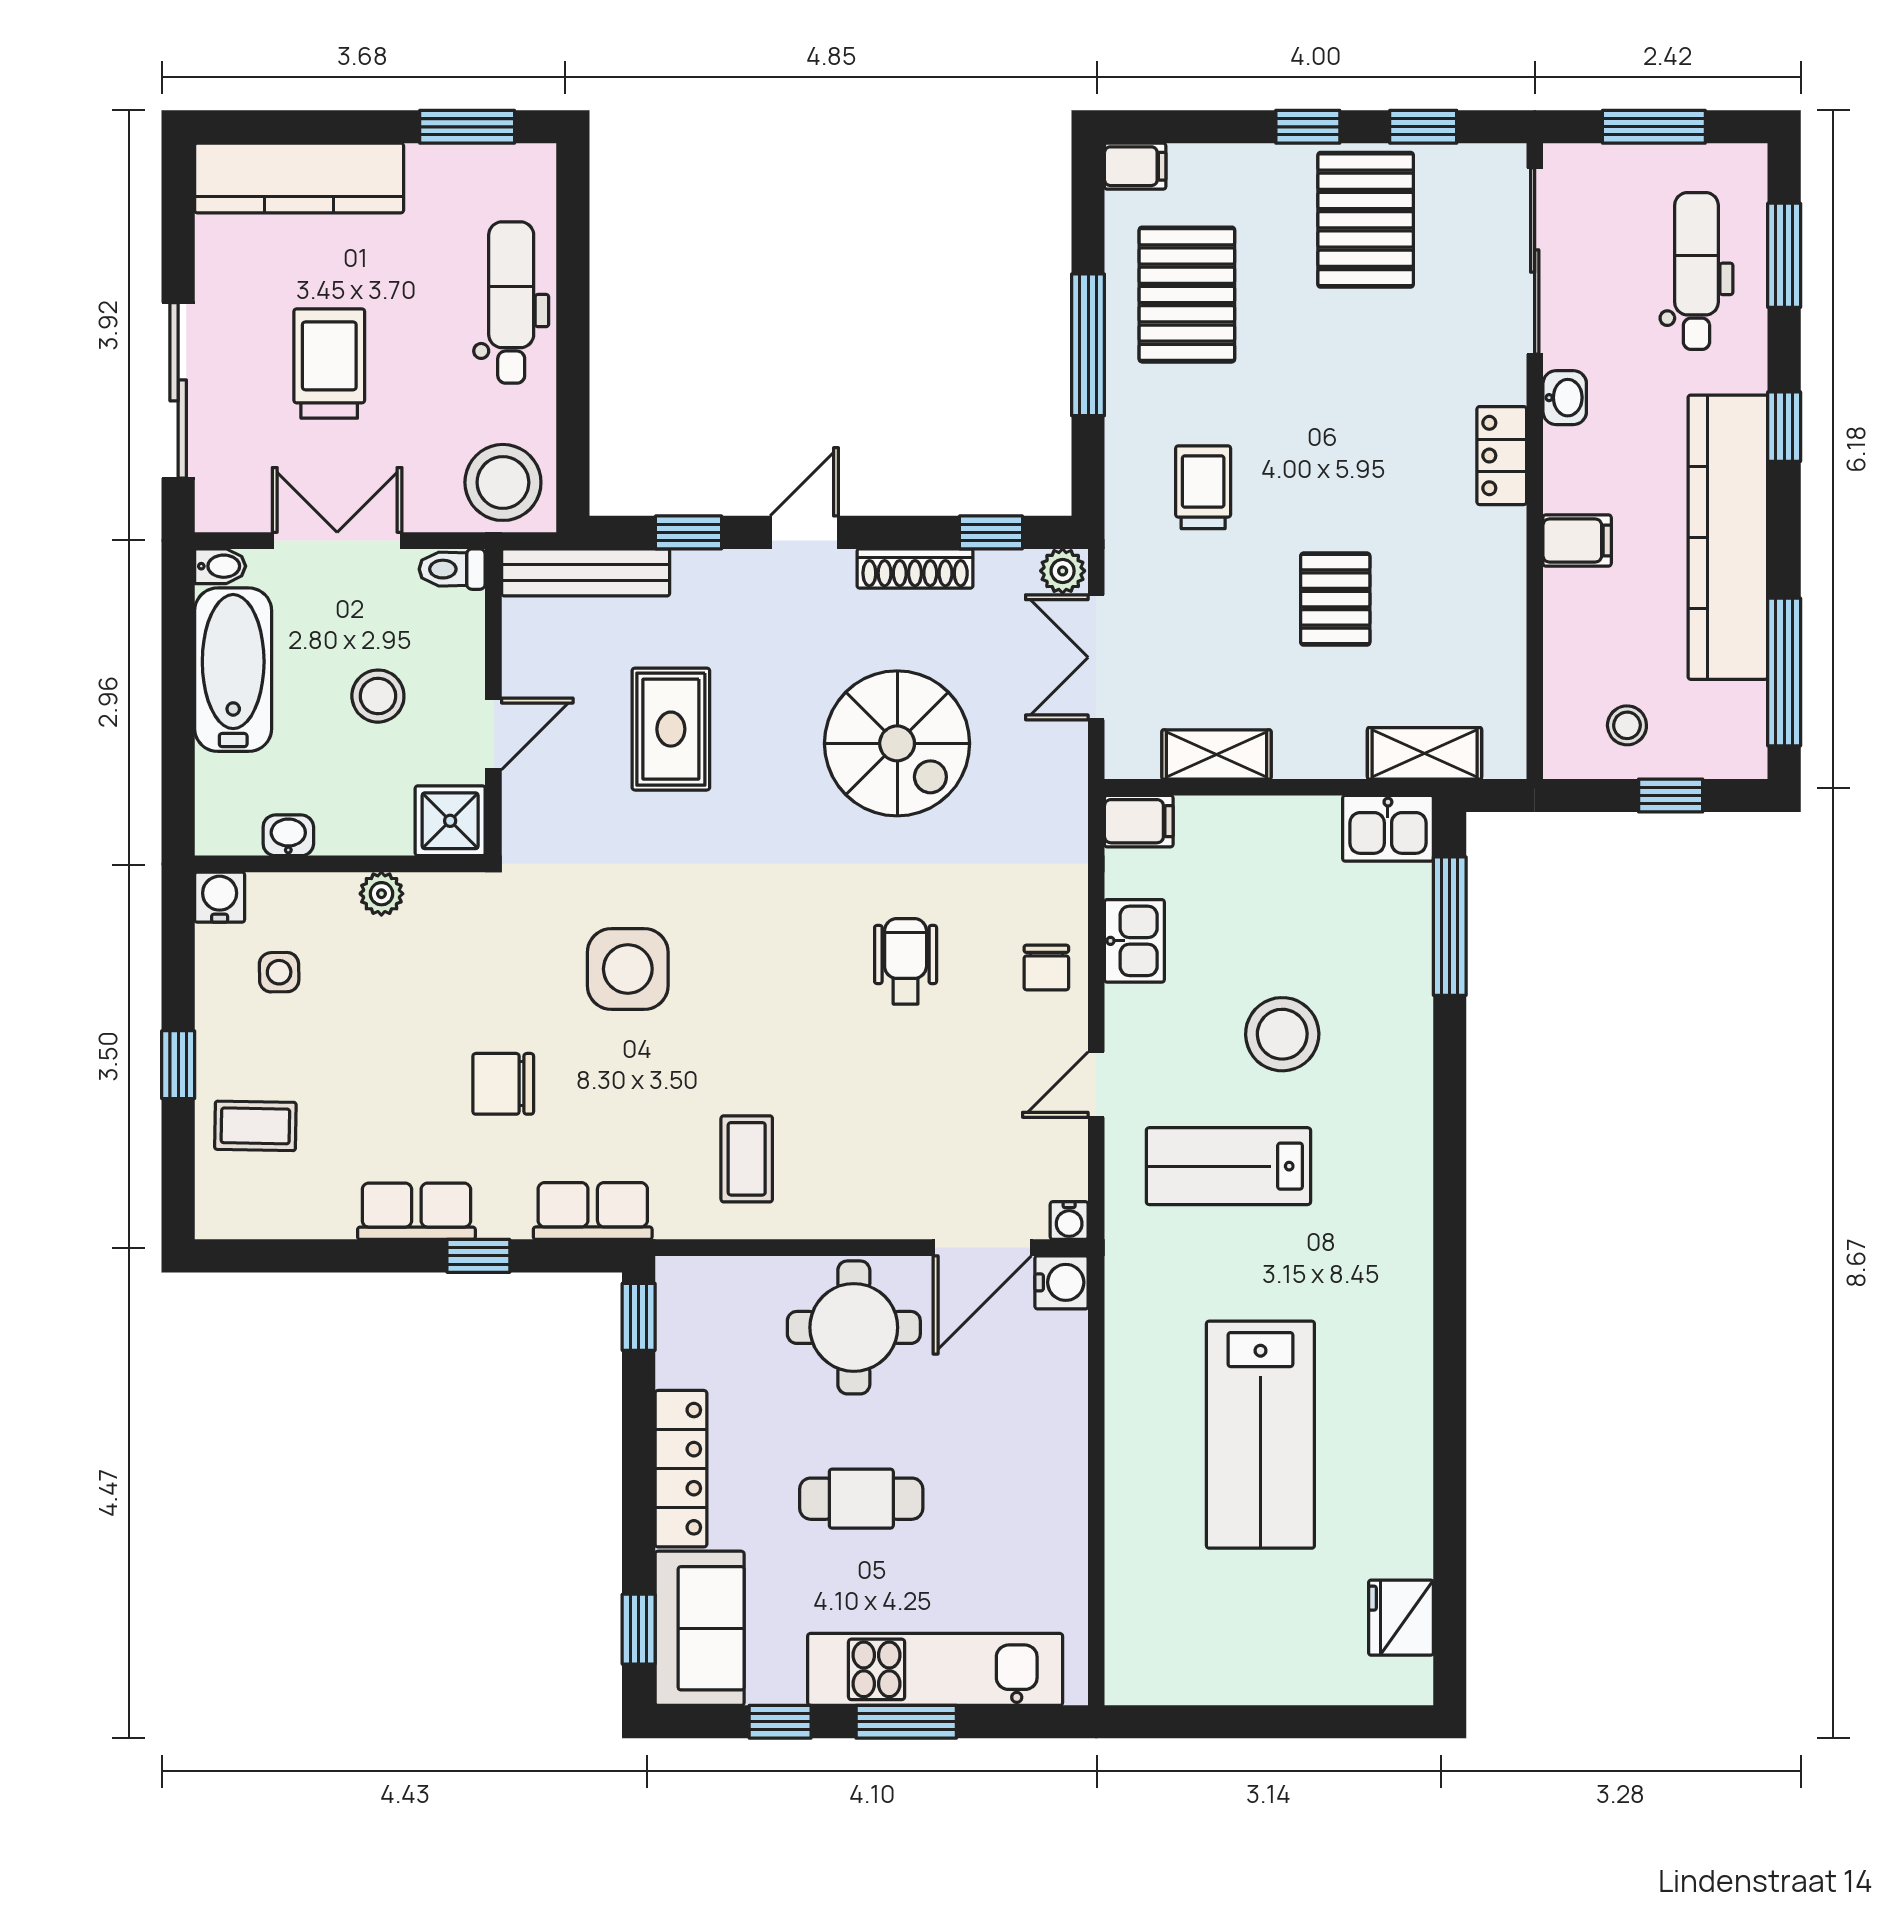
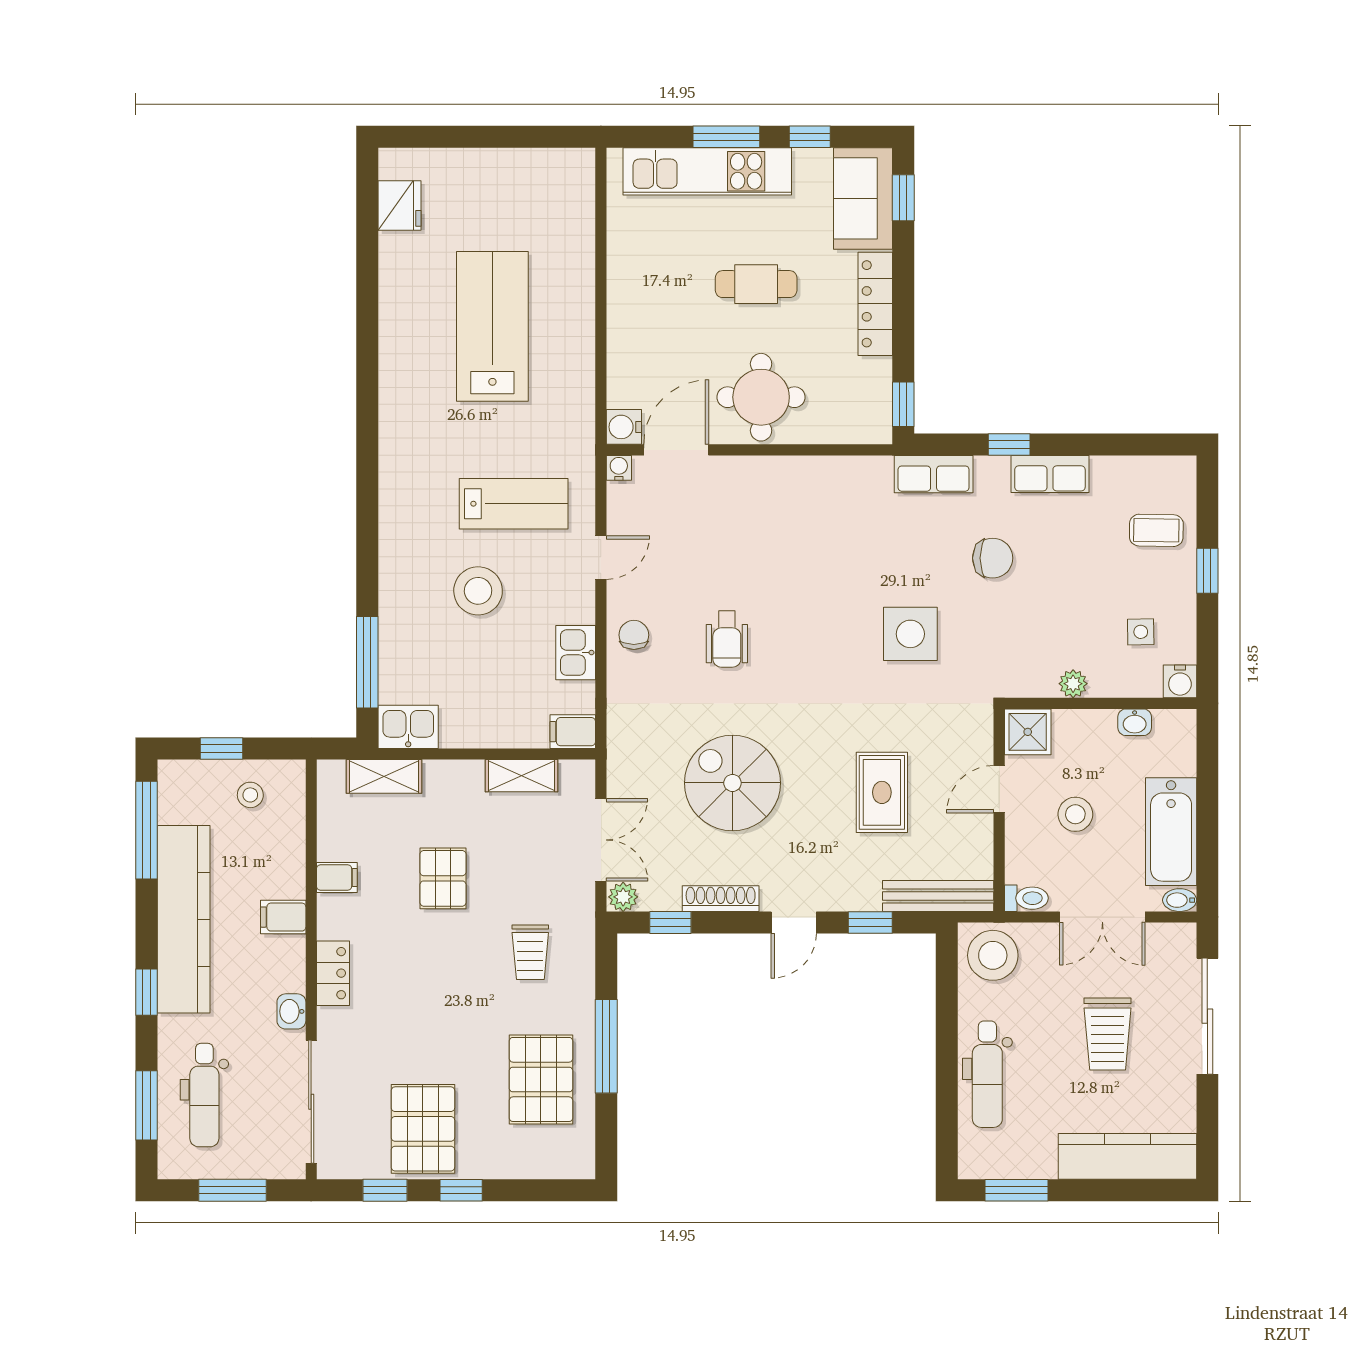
filing cabinet: (1135, 166) -> (337, 877), moved, turned 180
coffee table: (747, 1159) -> (832, 509), removed

